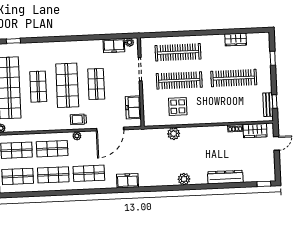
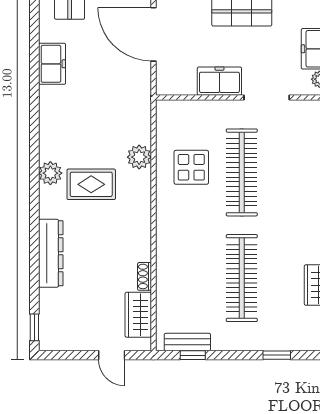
clothes rail: (178, 52) -> (296, 172), removed
freezer: (133, 107) -> (219, 81), moved
rug: (189, 158) -> (91, 184), added

